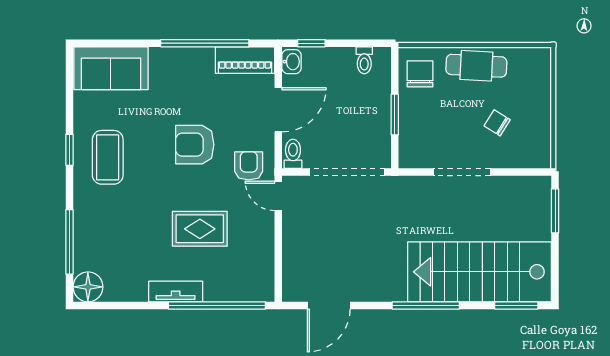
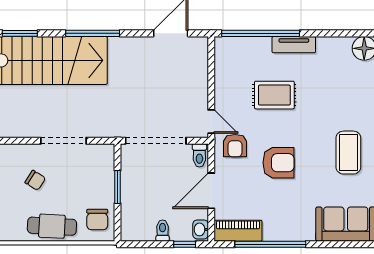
toilet: (364, 60) -> (163, 231), moved

